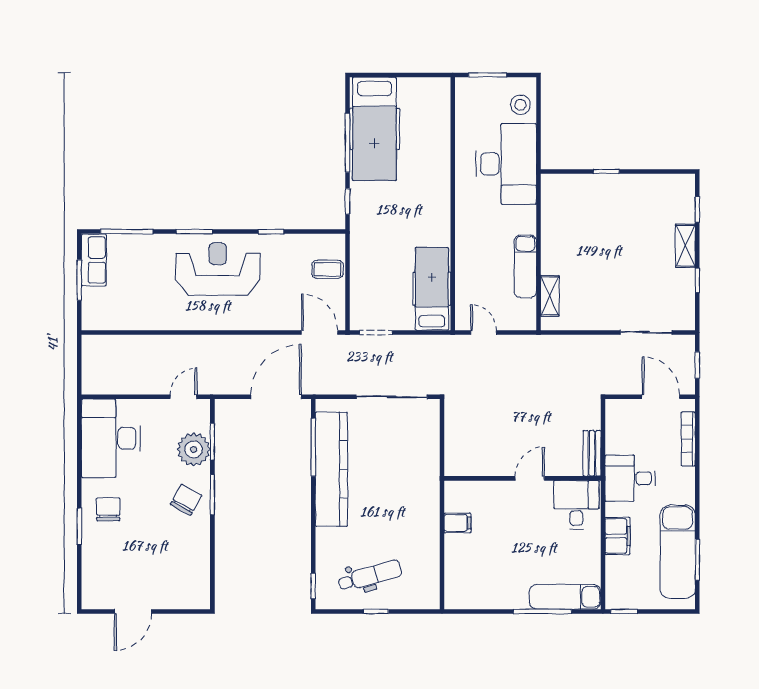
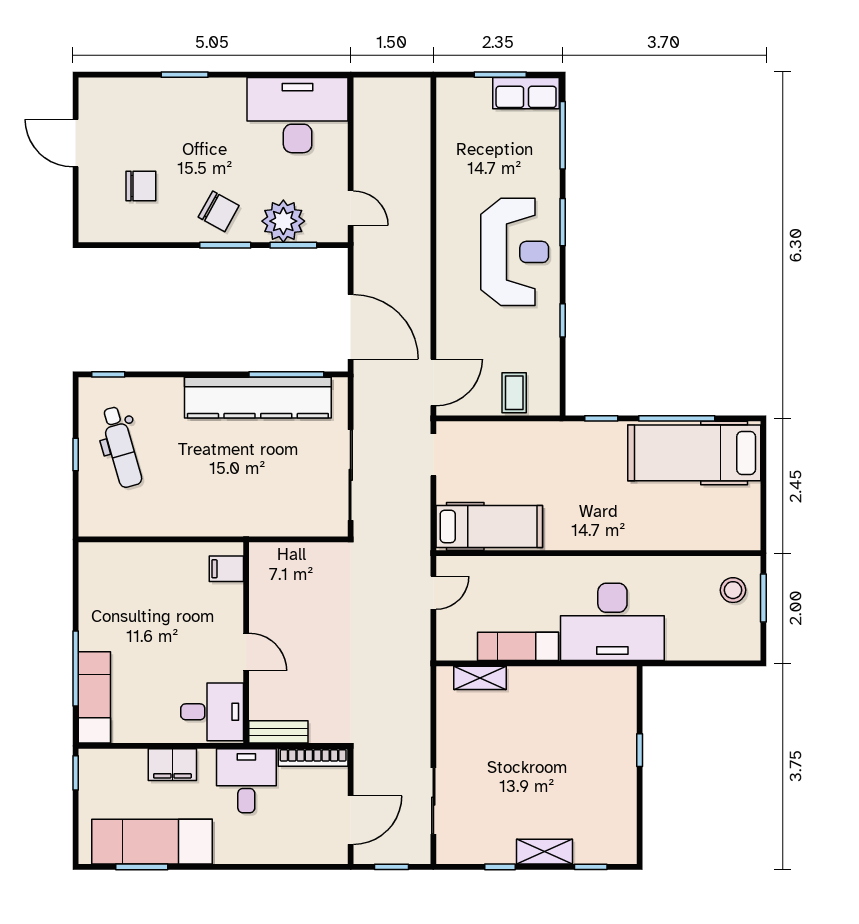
stool: (520, 105) -> (733, 590), moved
desk: (506, 164) -> (612, 622), moved
bookcase: (688, 439) -> (313, 757), moved, turned 180
chair: (108, 509) -> (141, 186), moved
filing cabinet: (457, 523) -> (226, 569), moved, turned 90

